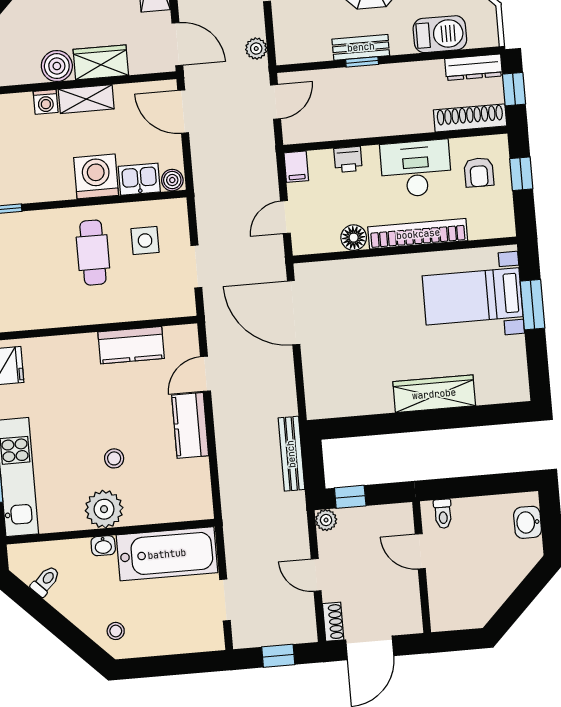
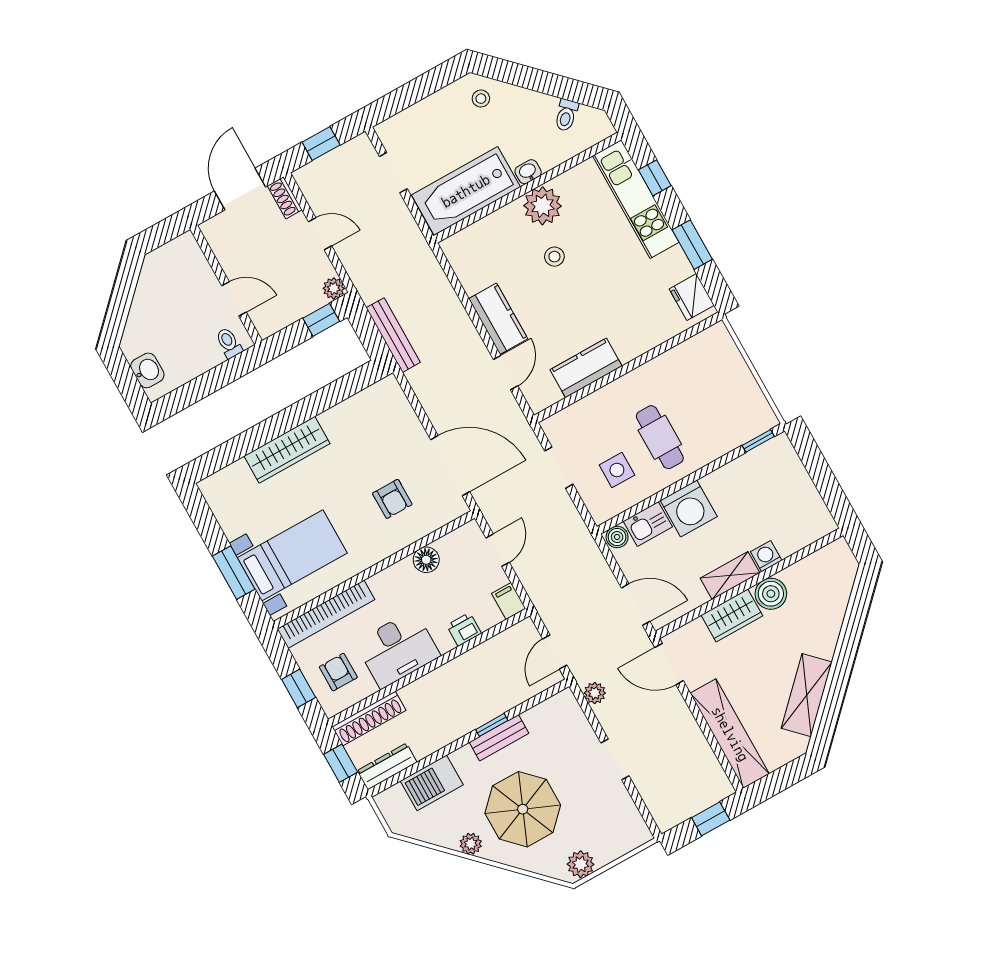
bookcase: (418, 234) -> (326, 614), moved
armchair: (359, 306) -> (392, 499), added

